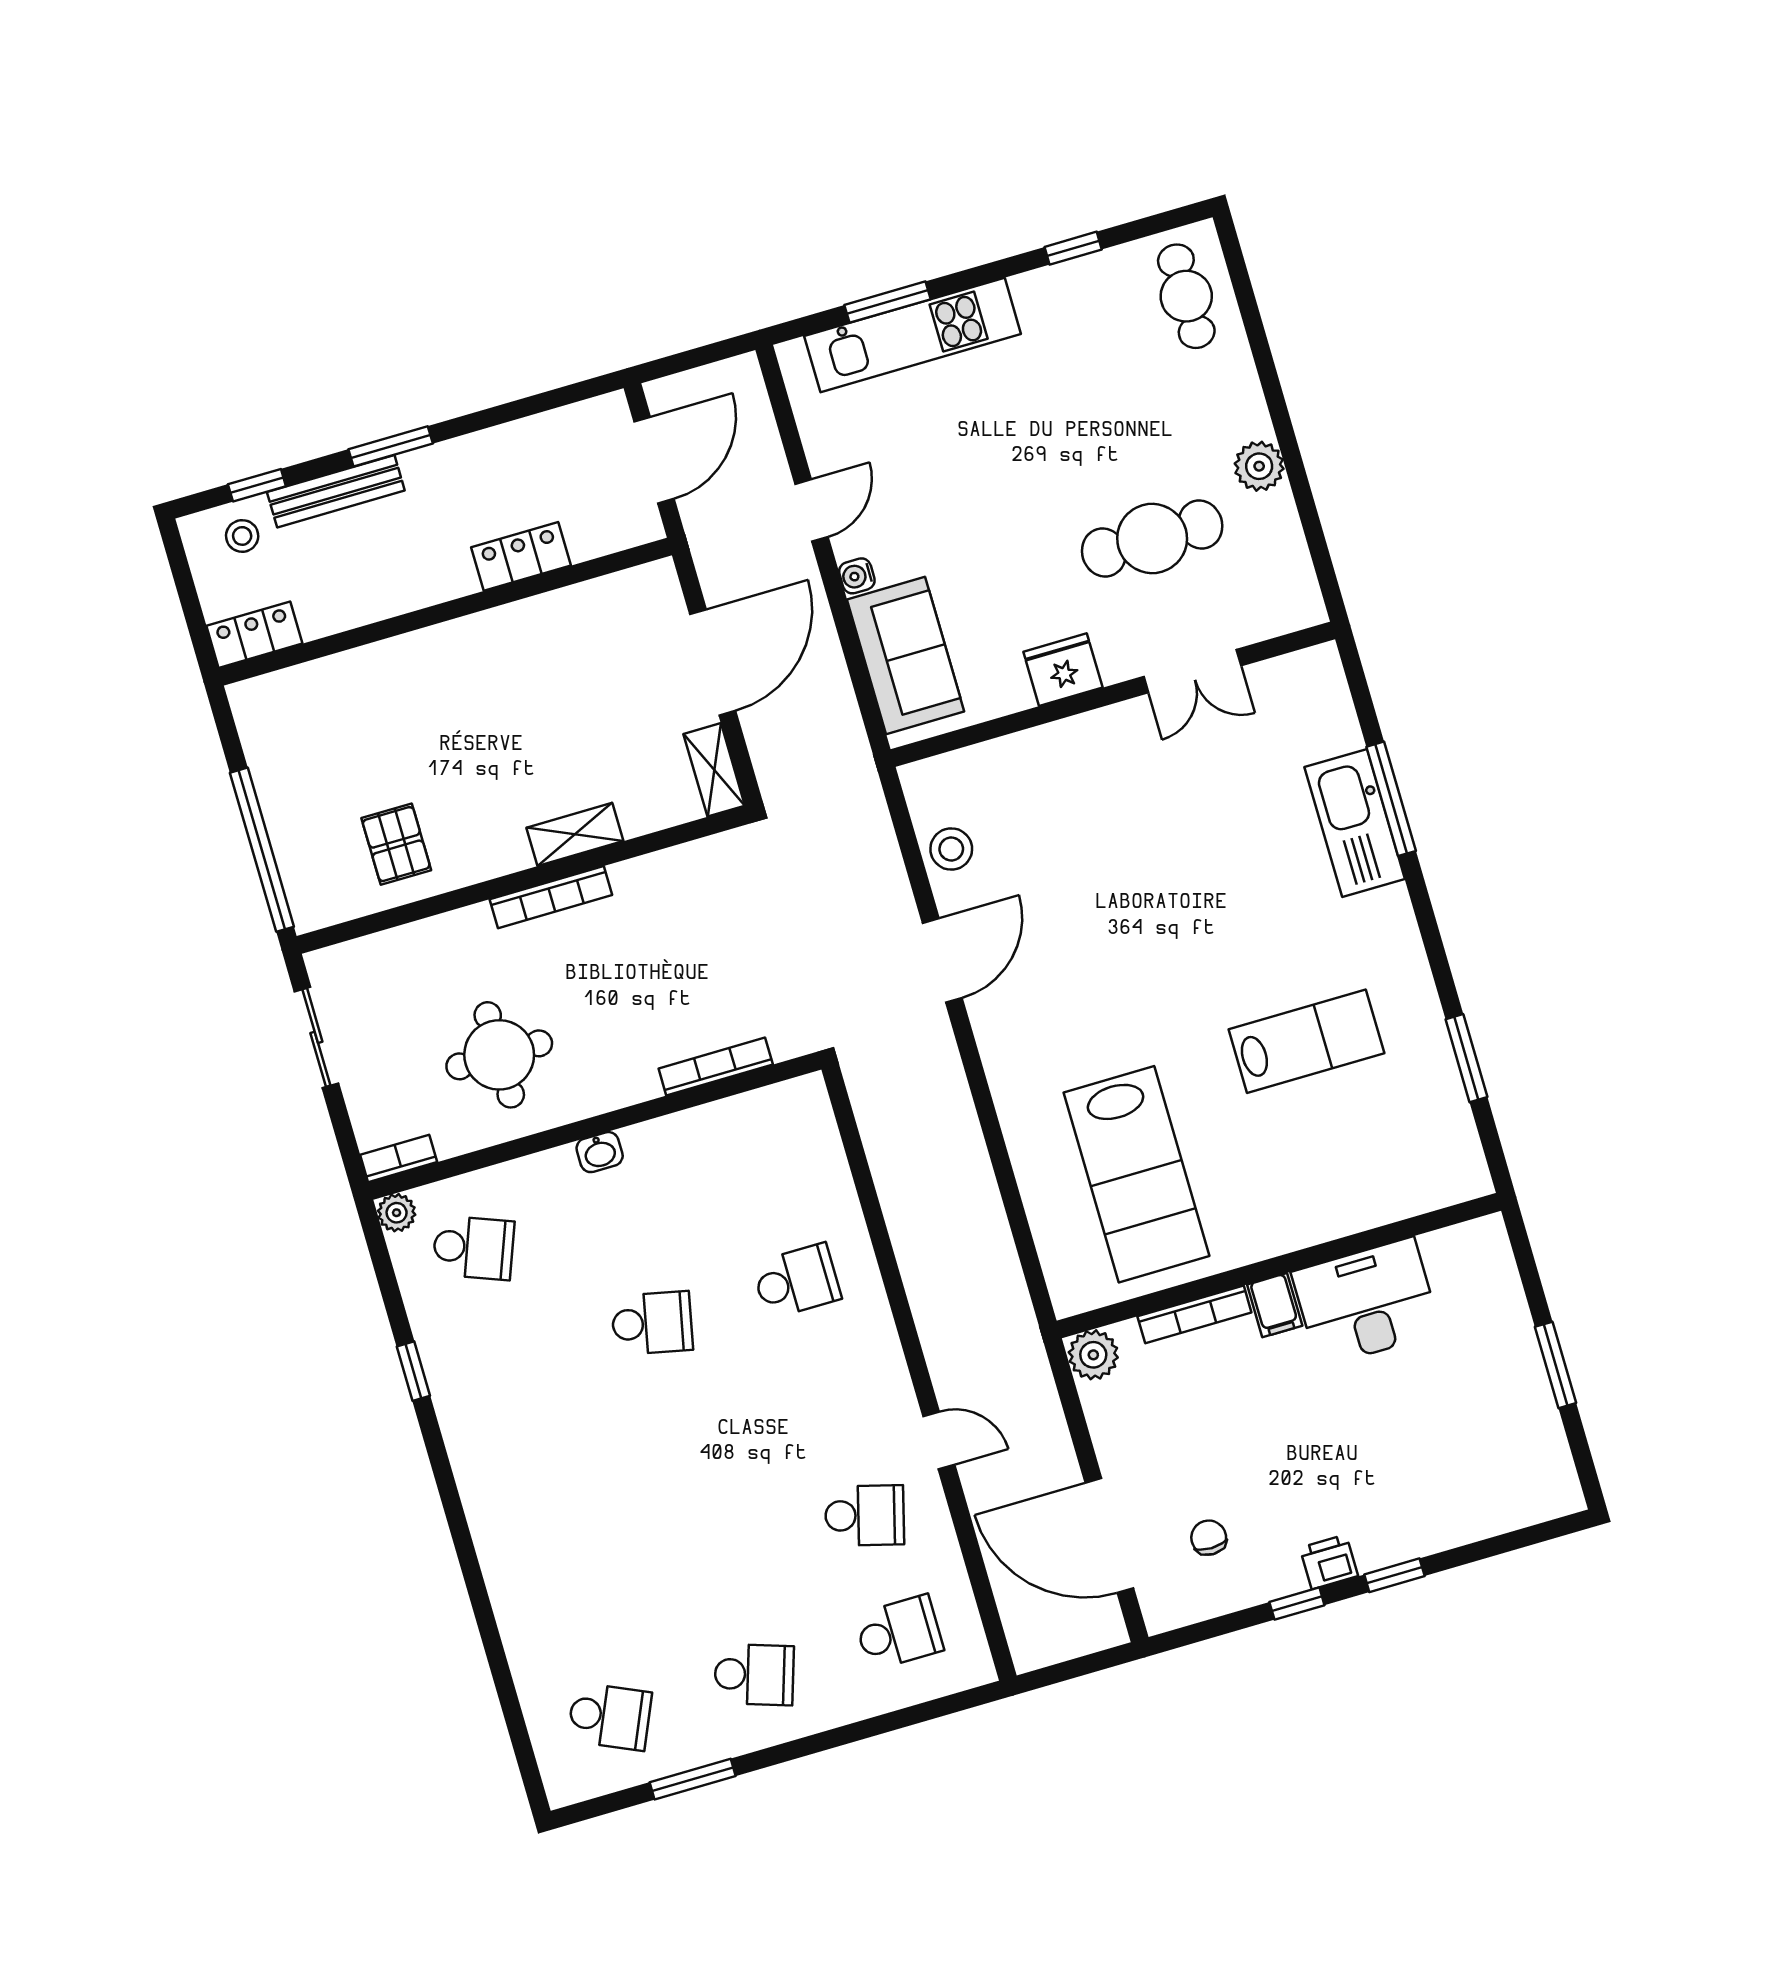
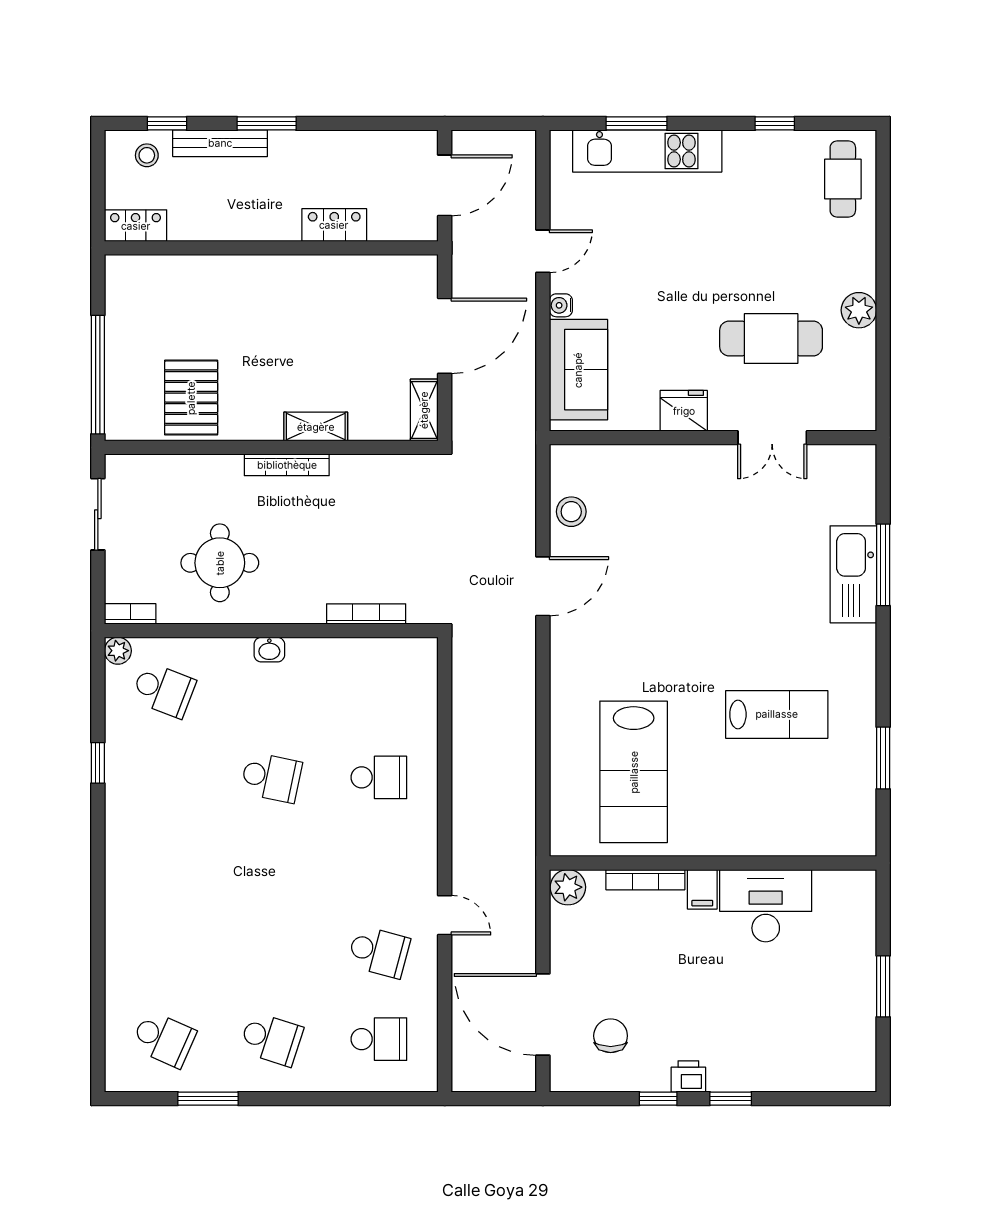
pallet: (396, 844) -> (191, 398), width x1.50, depth x1.42
chair: (1209, 1538) -> (611, 1036), width x1.37, depth x1.37

